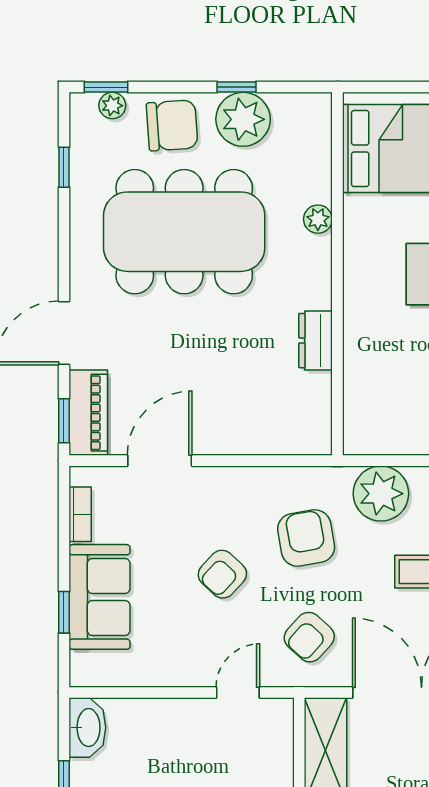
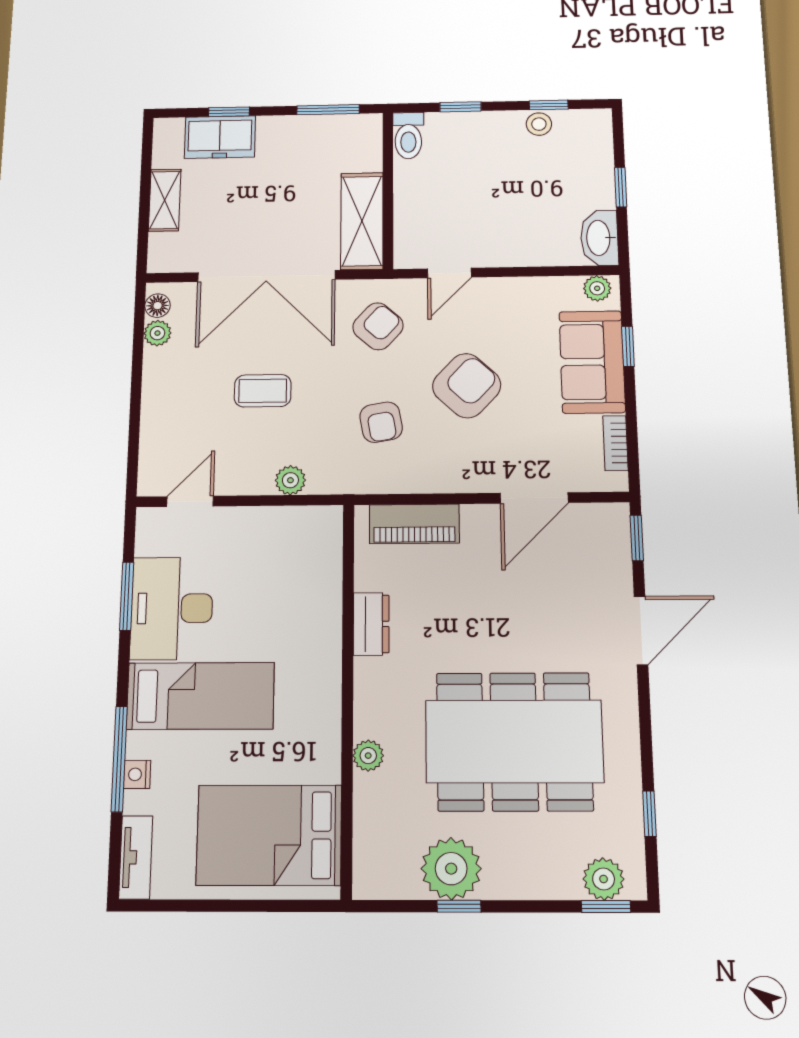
plant: (112, 106) -> (604, 879), width x1.38, depth x1.38
chair: (172, 125) -> (530, 862), removed
piano: (88, 413) -> (414, 524), moved, turned -90
plant: (381, 494) -> (290, 480), width x0.53, depth x0.53
armchair: (306, 538) -> (381, 422), width x0.72, depth x0.72
armchair: (222, 574) -> (467, 386), width x1.38, depth x1.38
plant: (92, 674) -> (597, 288), added

